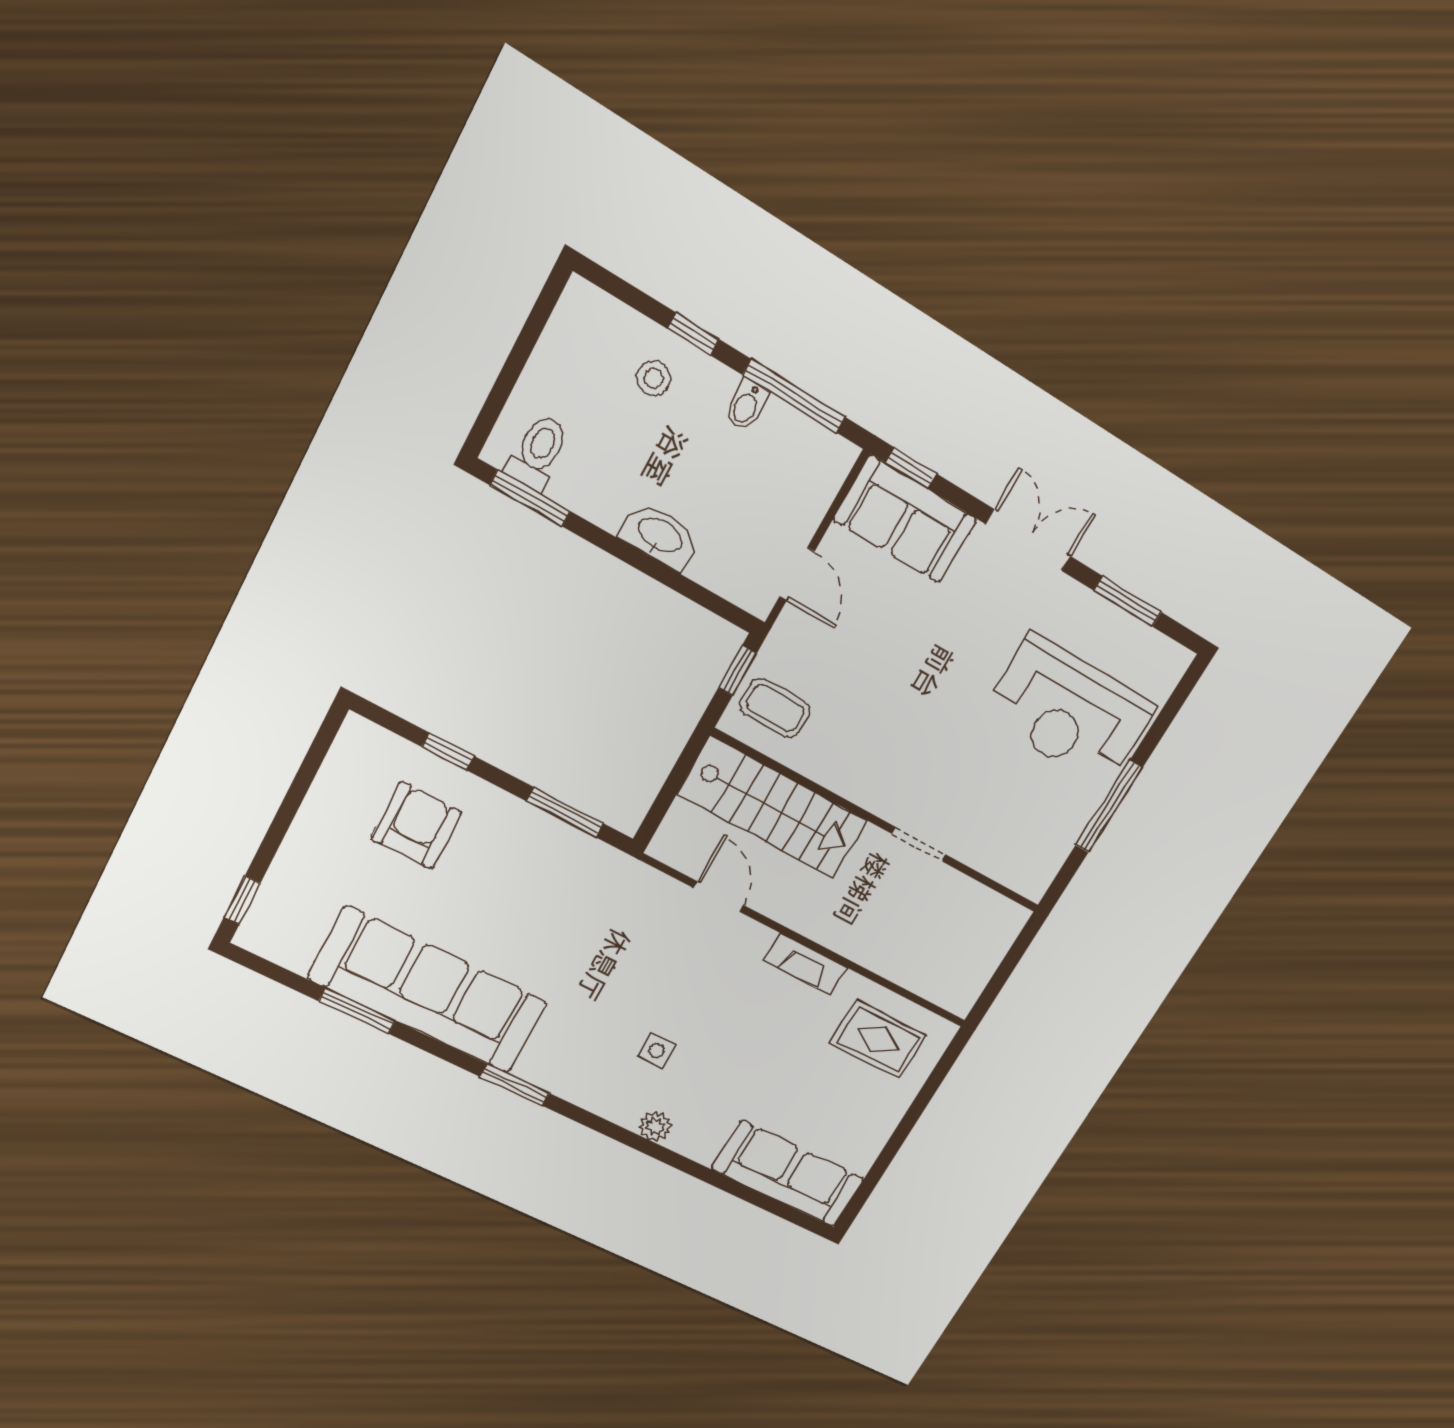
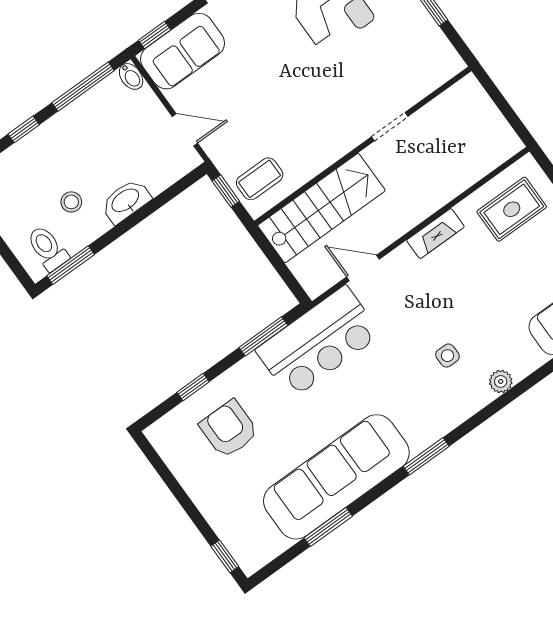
stool: (653, 378) -> (71, 202), moved
bidet: (747, 405) -> (131, 76), moved
bar counter: (593, 886) -> (318, 342), added

